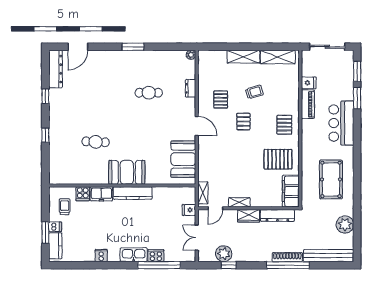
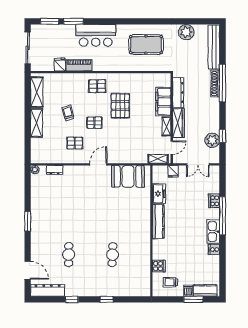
dresser: (190, 88) -> (55, 170), moved
cafe table: (149, 93) -> (69, 255), moved
pallet: (278, 159) -> (120, 106), moved
booth: (127, 172) -> (140, 227), removed
filing cabinet: (291, 191) -> (163, 102), moved, turned 90
freezer: (101, 194) -> (159, 194), moved
door: (215, 208) -> (172, 148), hinge flipped
wardrobe: (249, 216) -> (178, 123), width x1.50
kitchen sink: (134, 255) -> (213, 232), moved
window: (159, 265) -> (223, 216), moved

